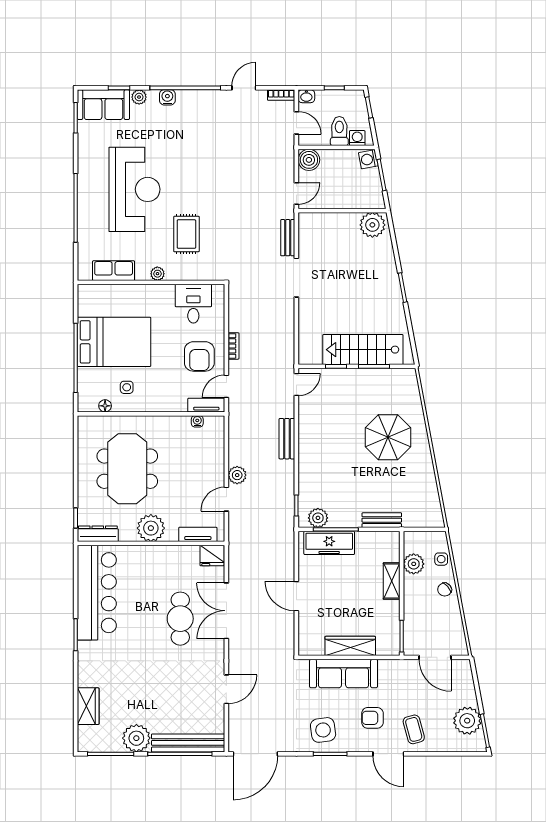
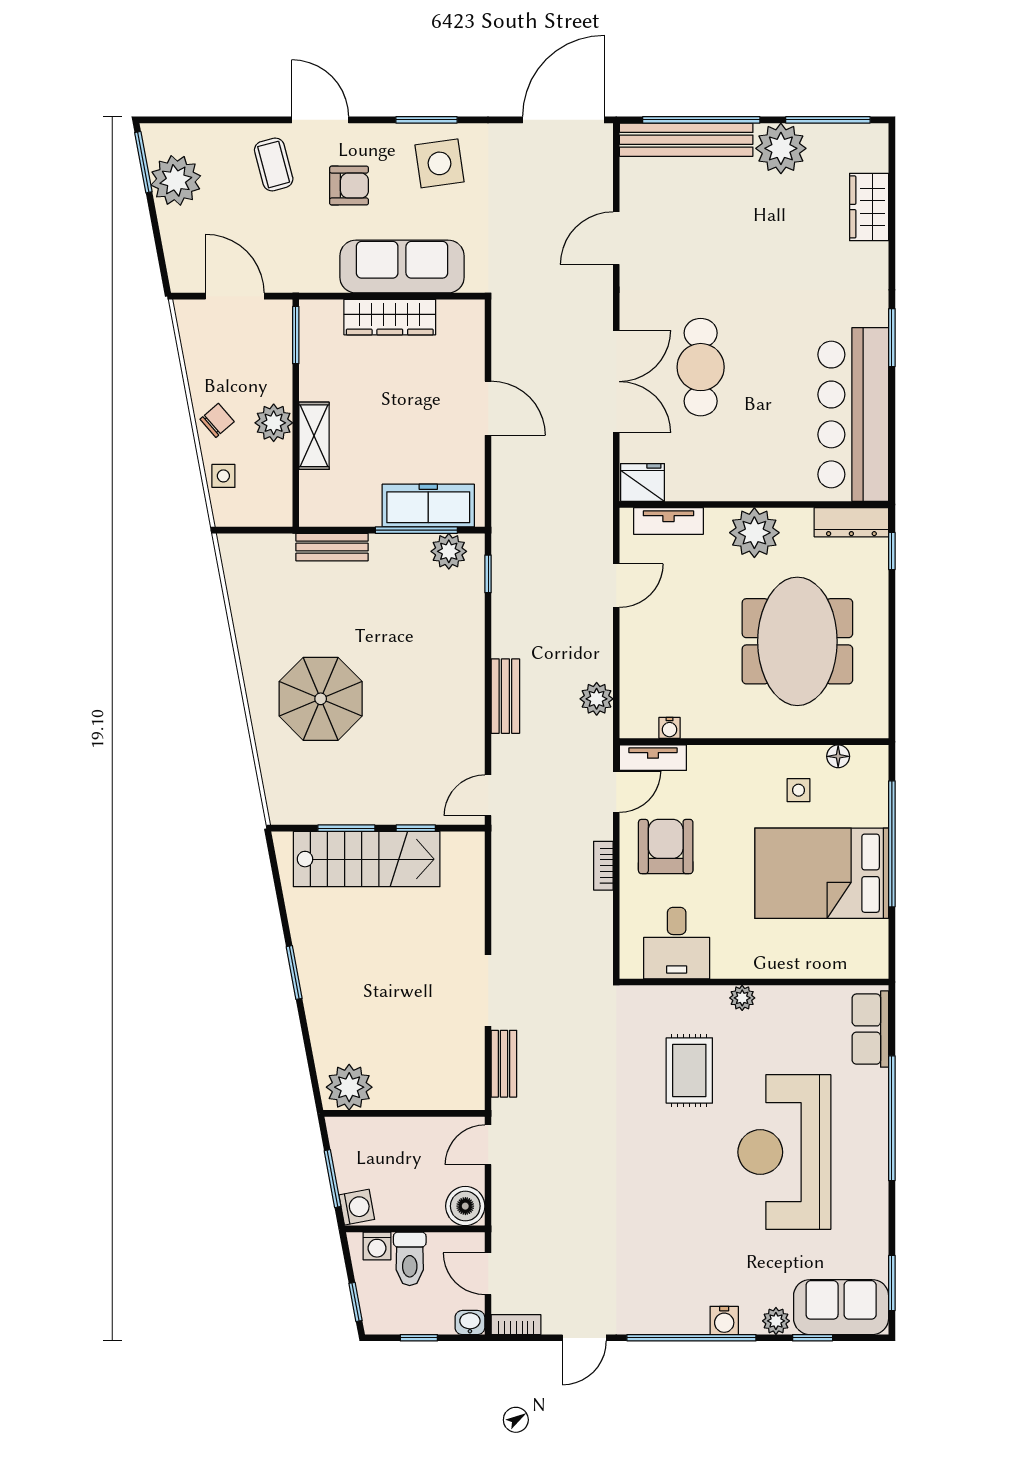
row of seats: (114, 271) -> (870, 1029), moved, turned 90
plant: (237, 475) -> (597, 699), moved
plant: (414, 564) -> (274, 423), moved

